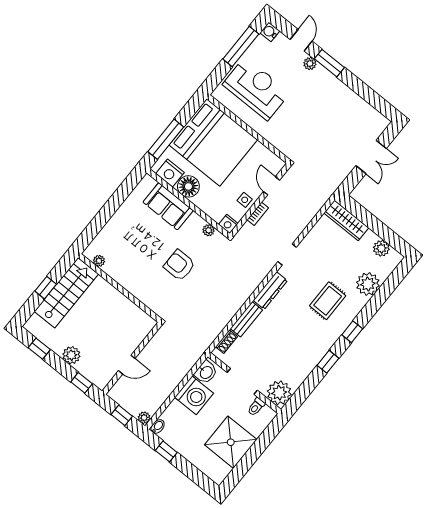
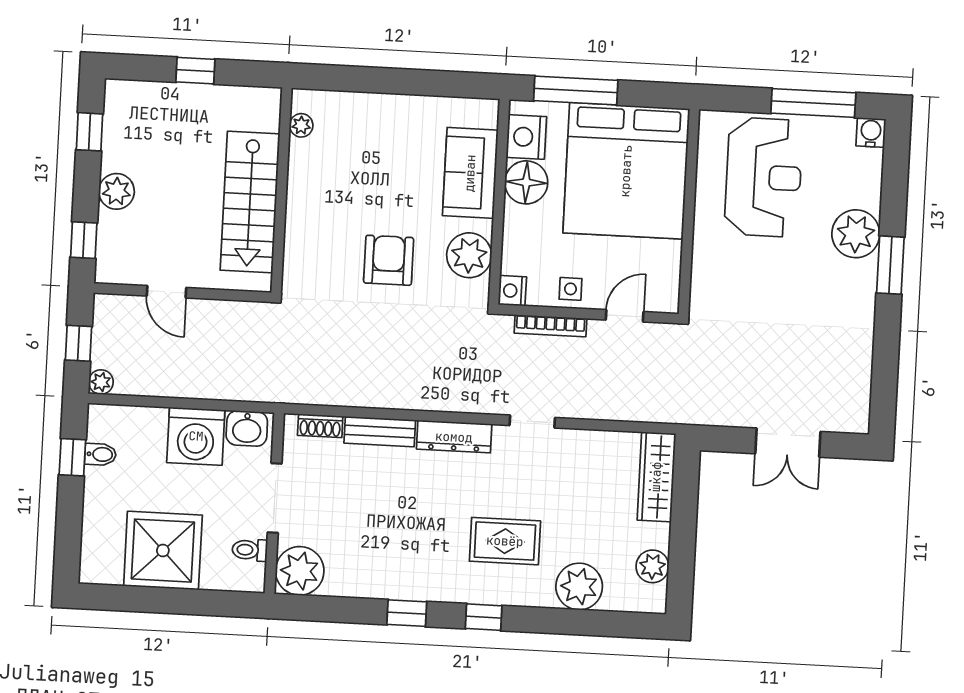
door: (301, 40) -> (894, 193), removed
plant: (310, 64) -> (856, 234), width x1.87, depth x1.87
bookcase: (258, 214) -> (550, 326), width x1.56
plant: (209, 230) -> (469, 255), width x1.88, depth x1.88
stairs: (66, 293) -> (250, 202), moved, turned 90
bidet: (158, 427) -> (100, 454), moved

